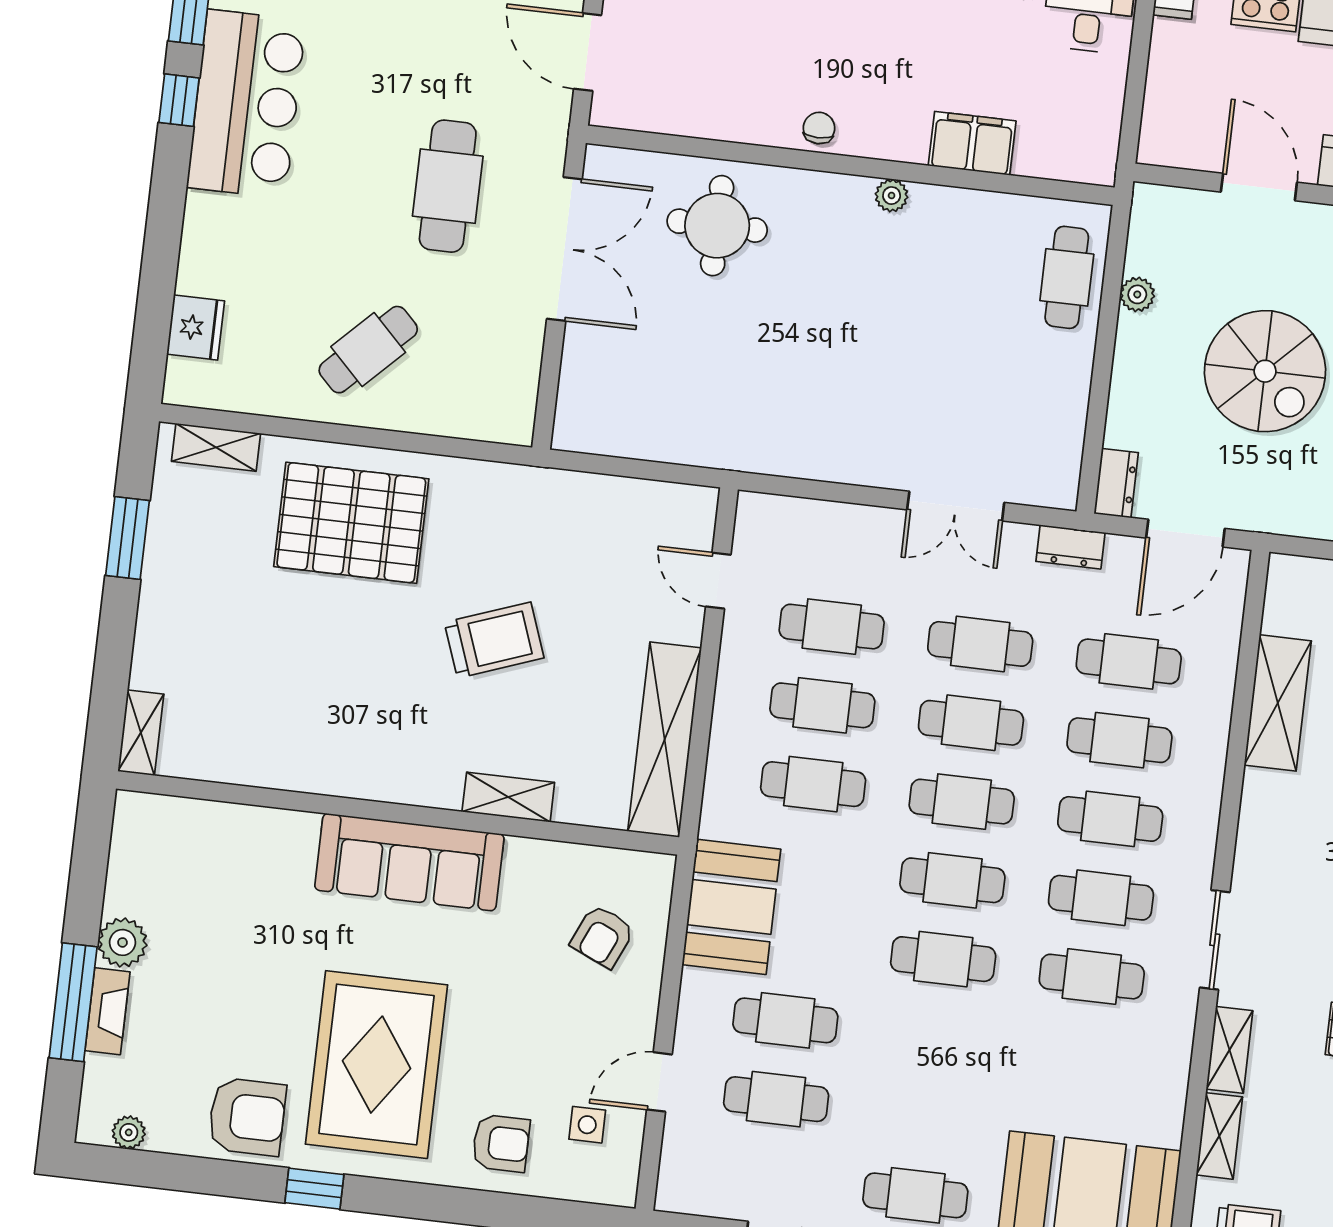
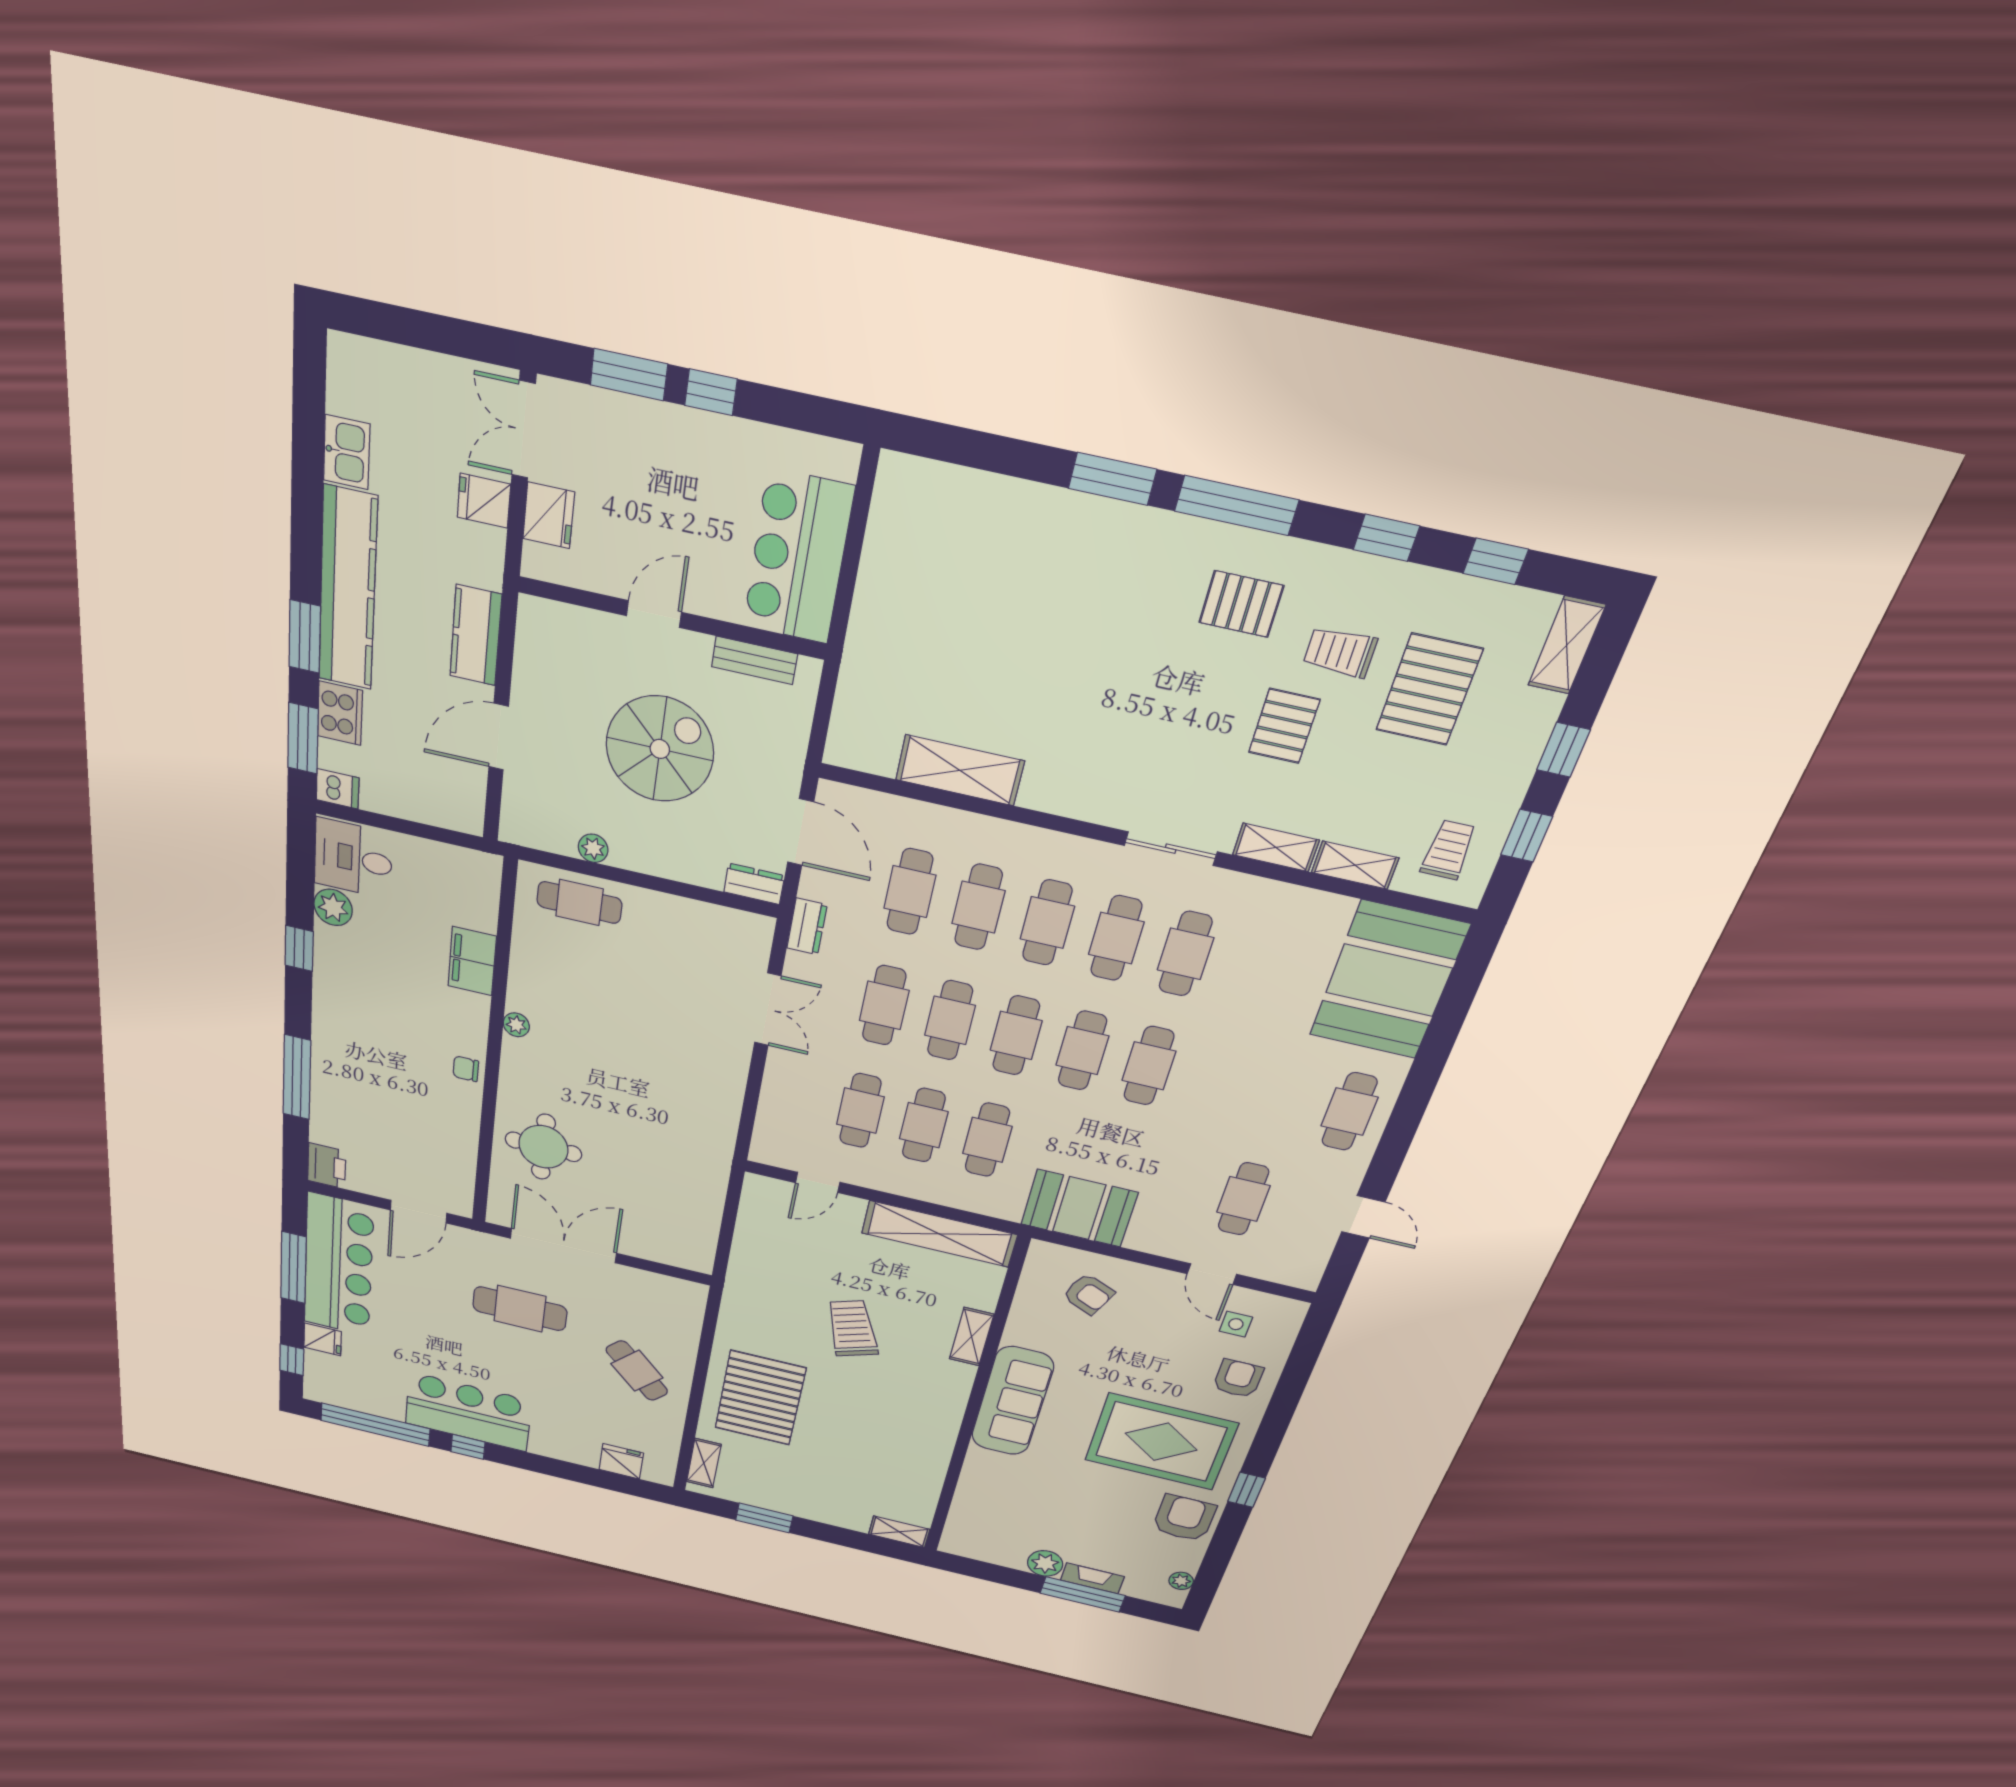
cafe table: (785, 1020) -> (1179, 1184), removed

